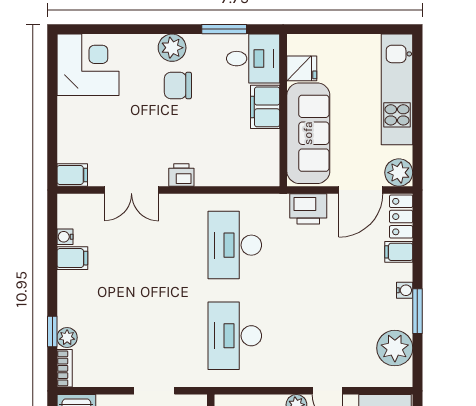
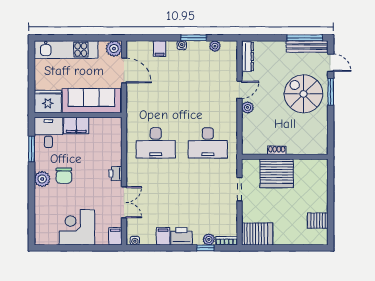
corner desk: (88, 65) -> (77, 227), moved
fridge: (302, 68) -> (48, 102), width x1.88, depth x1.34
printer: (308, 209) -> (181, 236), moved, turned -90
locker: (401, 217) -> (139, 47), removed
water cooler: (65, 237) -> (135, 241), moved
plant: (395, 348) -> (215, 46), width x0.53, depth x0.53

